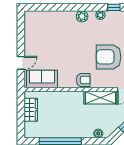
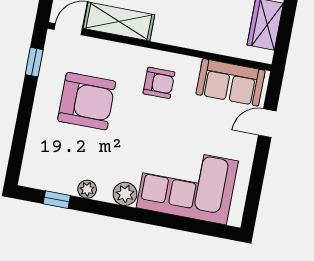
corner sofa: (53, 26) -> (187, 184), added
armchair: (83, 80) -> (159, 83), moved, turned 180

